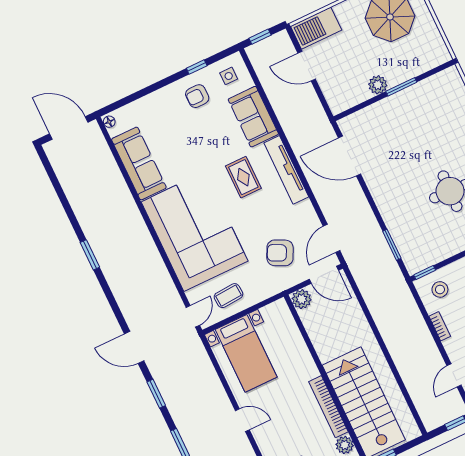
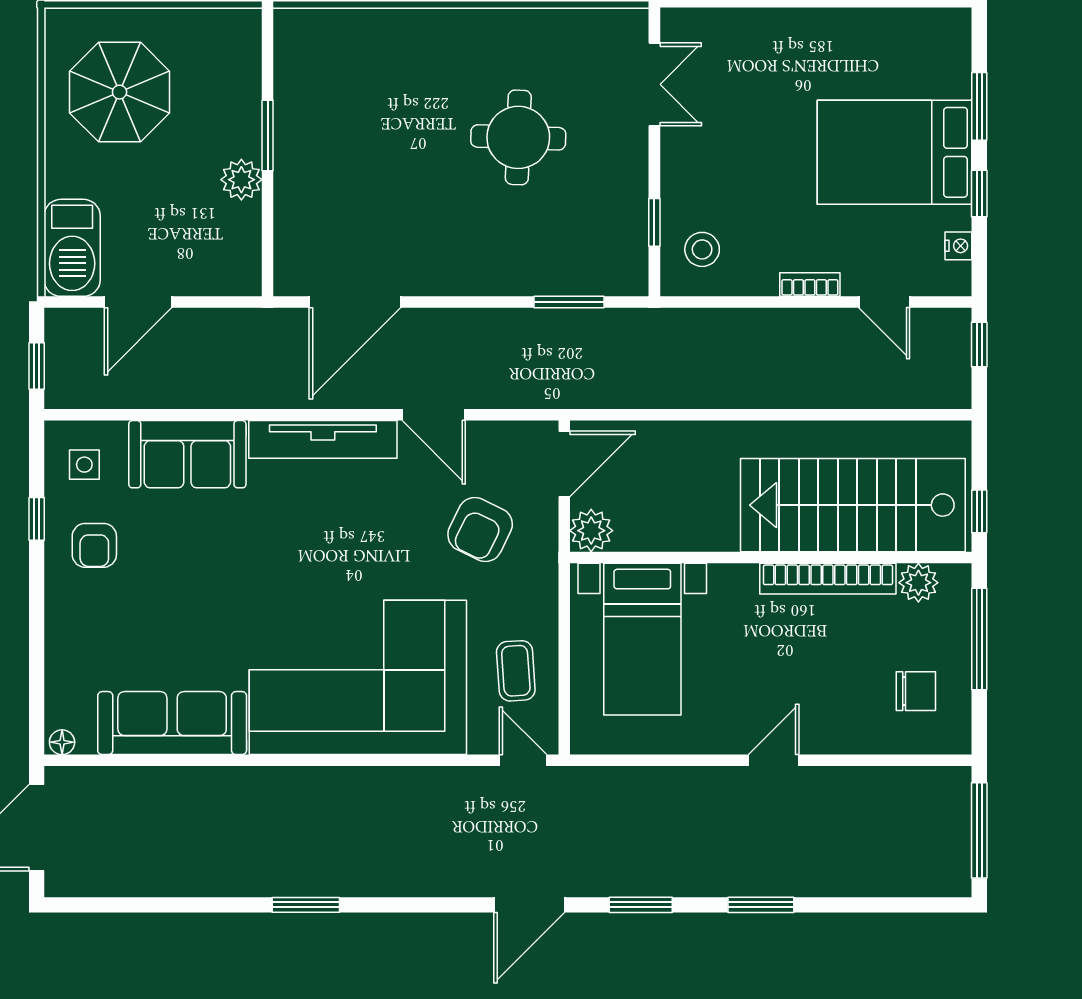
rug: (243, 177) -> (297, 531), removed
door: (331, 238) -> (434, 415), moved
window: (425, 272) -> (654, 222), moved
bookcase: (440, 326) -> (810, 284), moved
bed with nightstands: (246, 353) -> (642, 639), moved, turned 90

